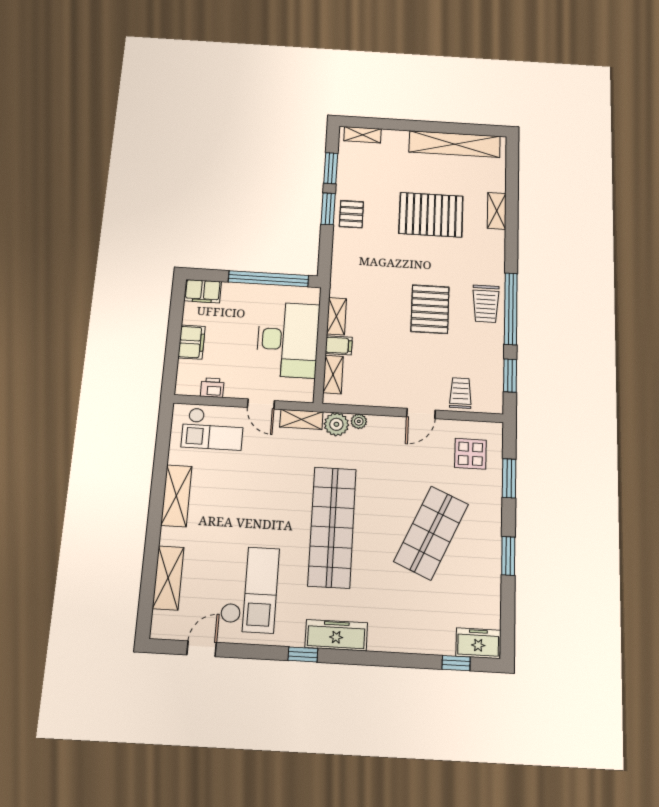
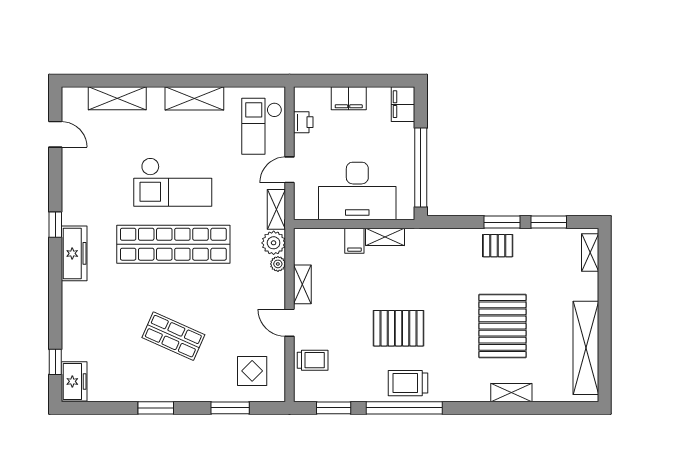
shelving: (333, 375) -> (302, 284), moved, turned 90
shop shelf: (431, 533) -> (173, 336), width x0.70, depth x0.74
checkout: (250, 589) -> (173, 182), moved

